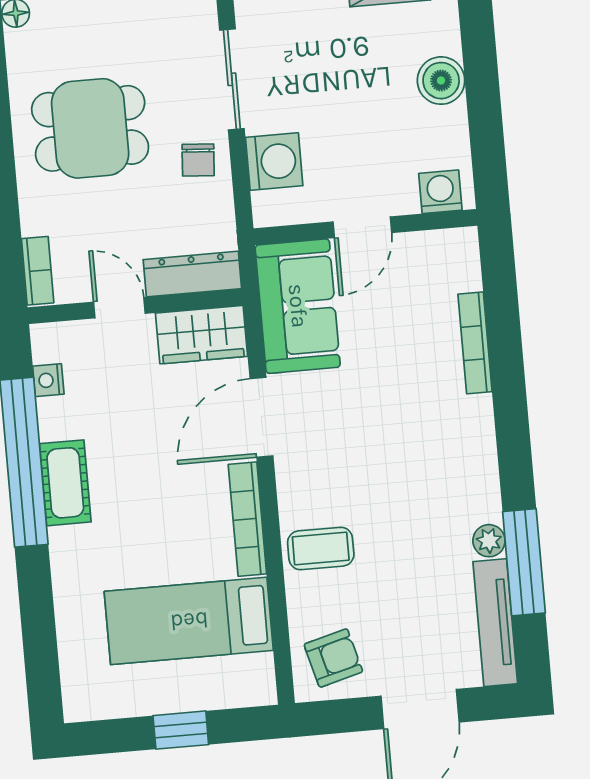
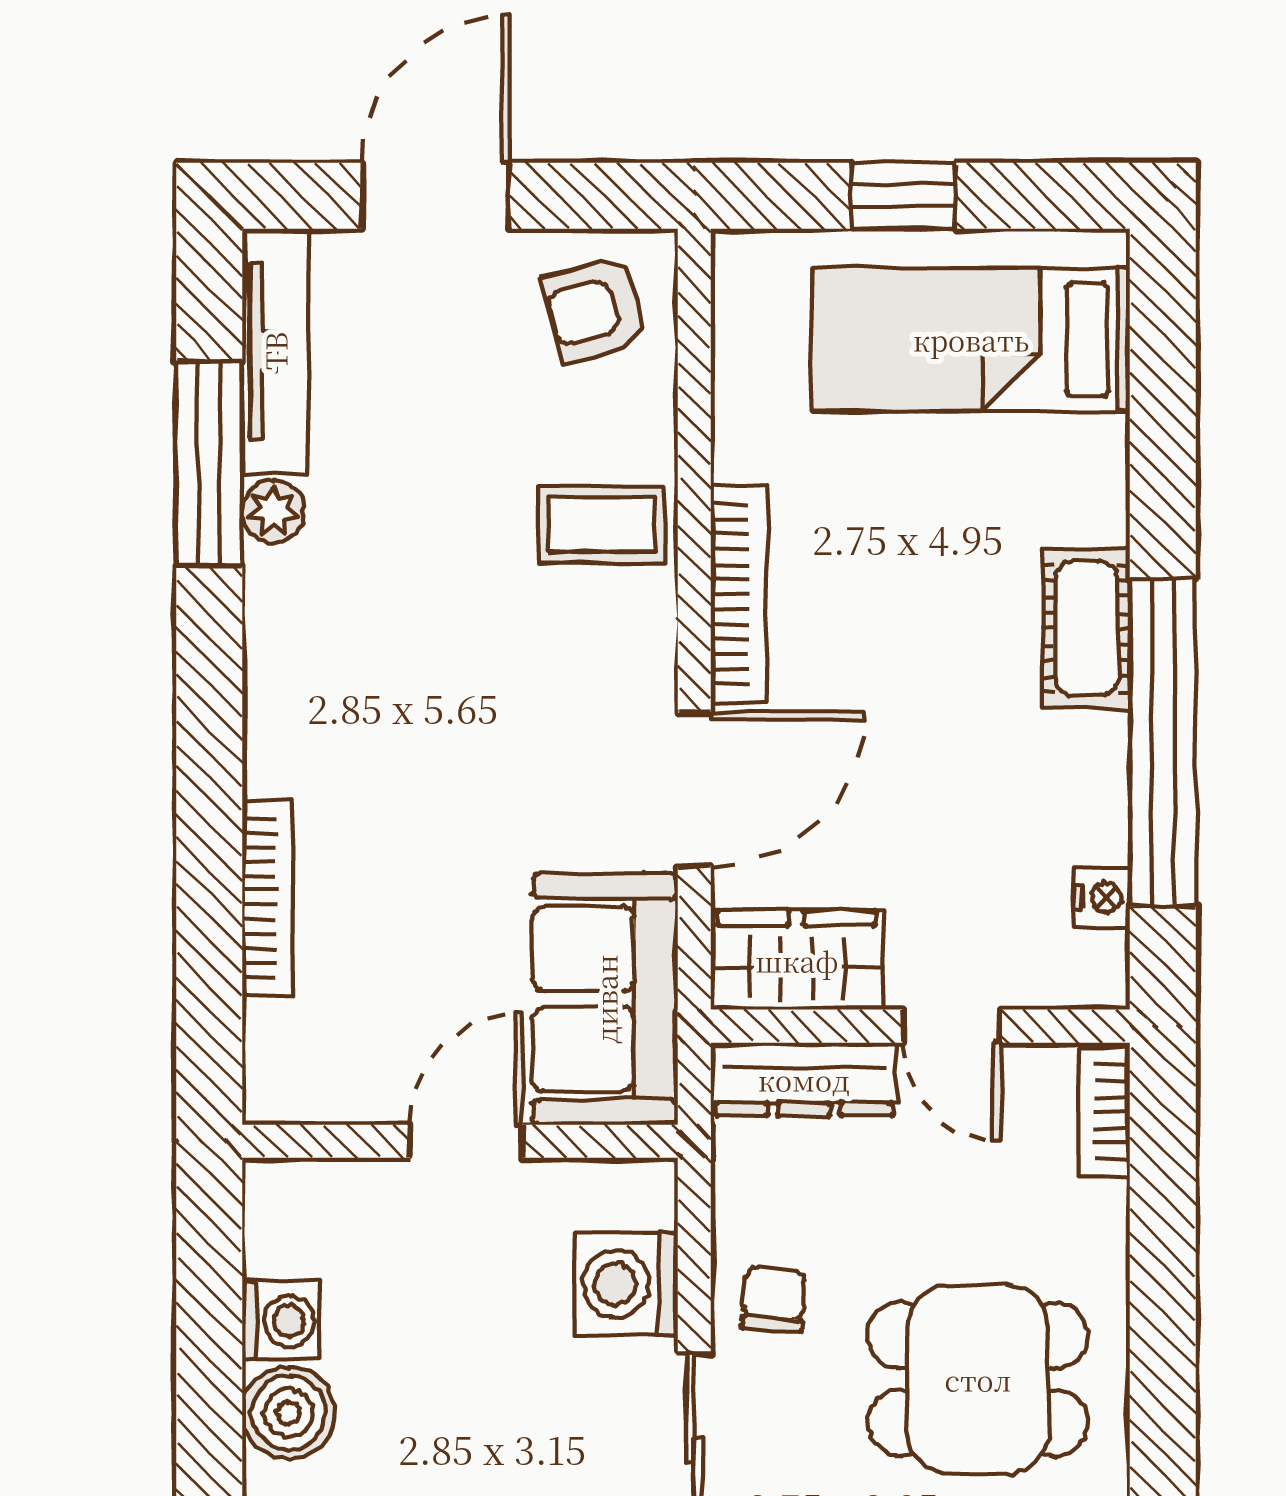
washing machine: (440, 192) -> (281, 1321), moved, turned -90
cot: (65, 483) -> (1086, 628), moved
bed: (189, 621) -> (971, 339), moved, turned 180

